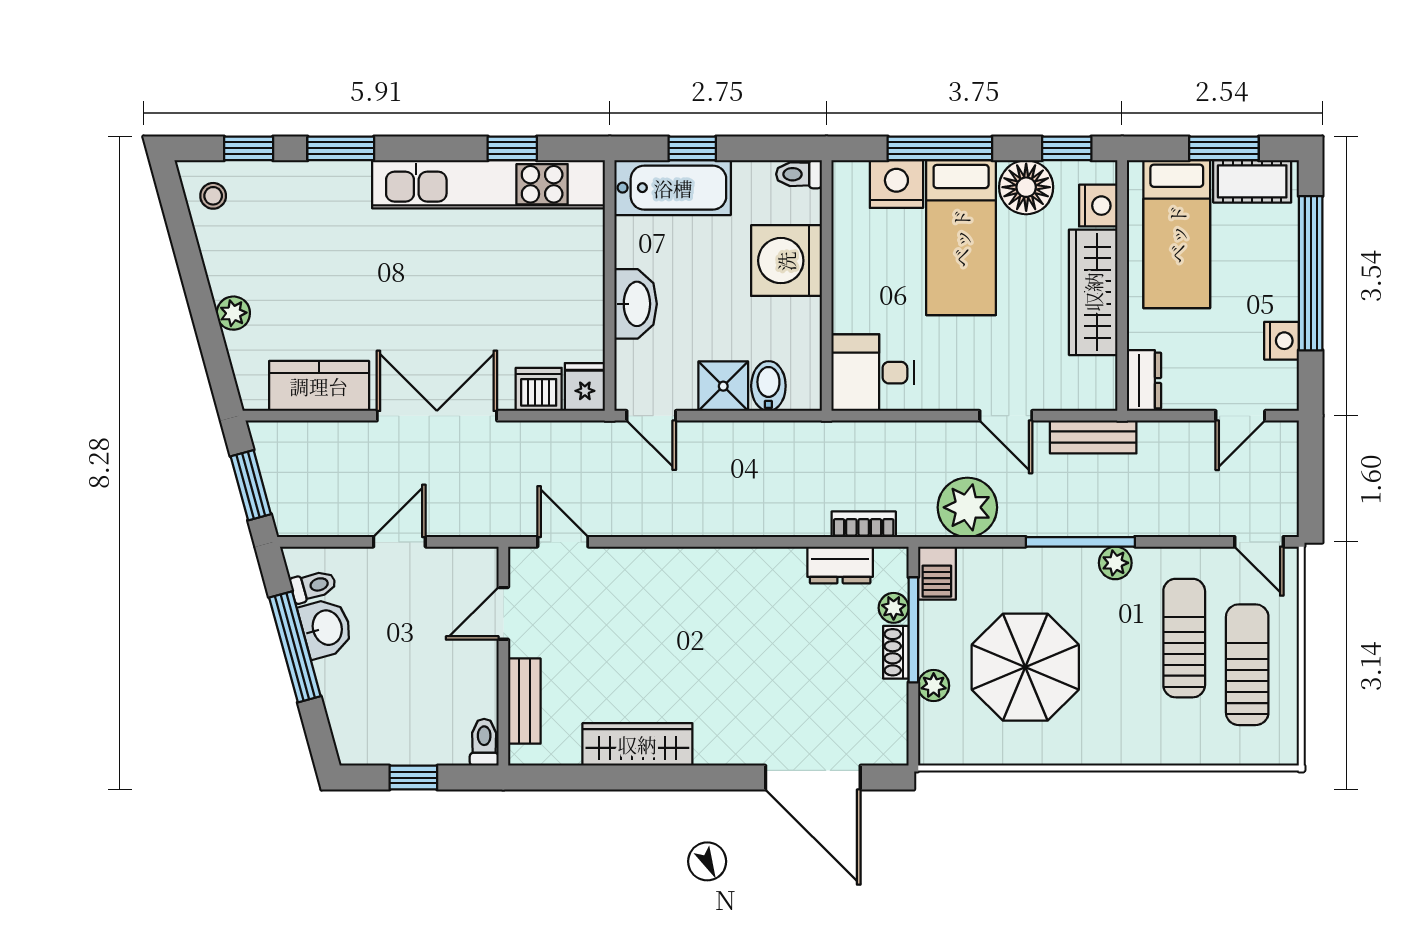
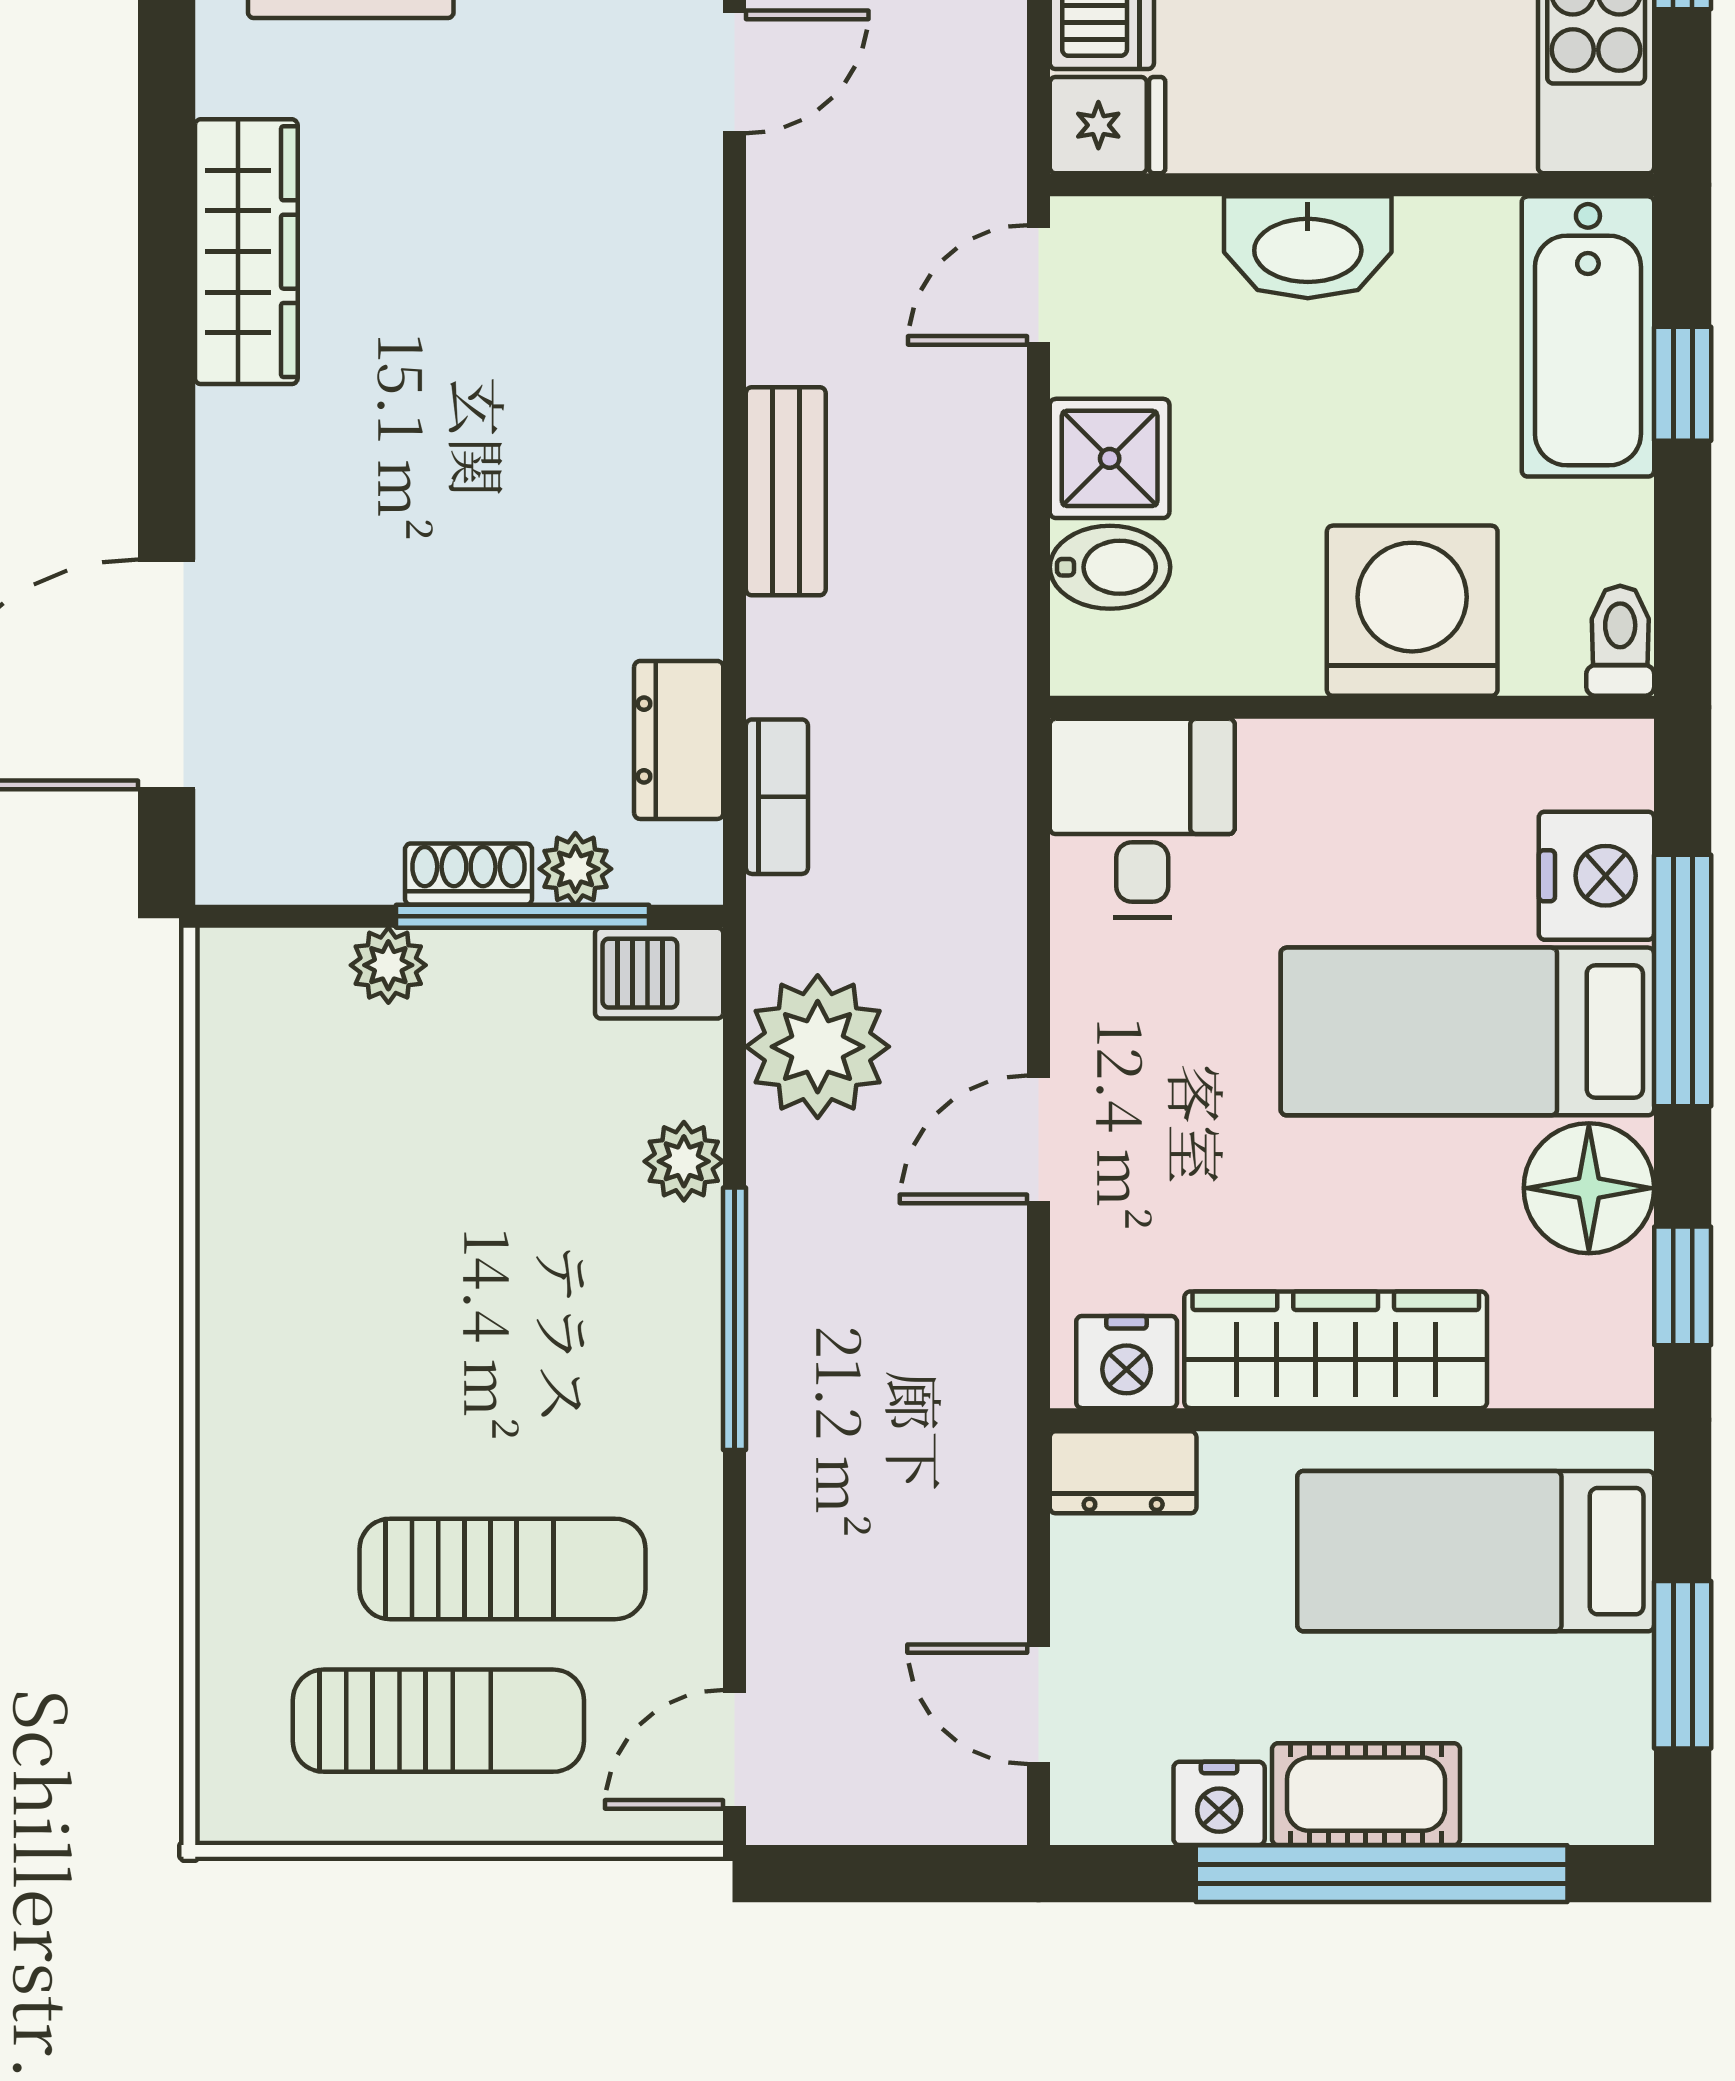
cot: (1252, 181) -> (1366, 1794), moved, turned 90
nightstand: (1098, 206) -> (1127, 1362), moved
bench: (1093, 437) -> (786, 491), moved
plant: (1115, 563) -> (684, 1161), moved
parasol: (1025, 667) -> (432, 1186), removed

